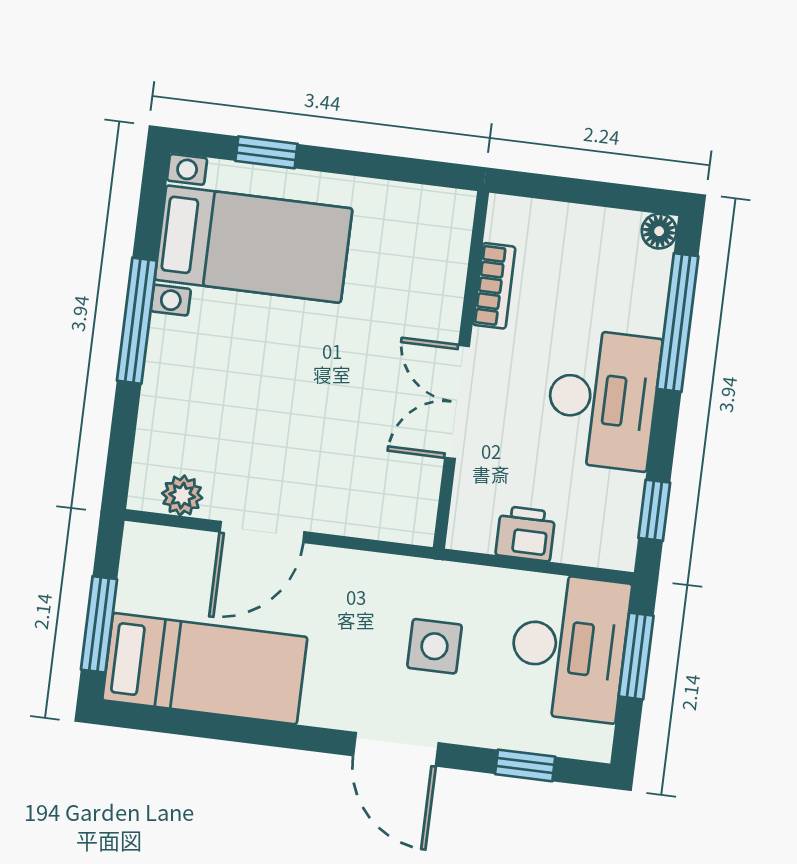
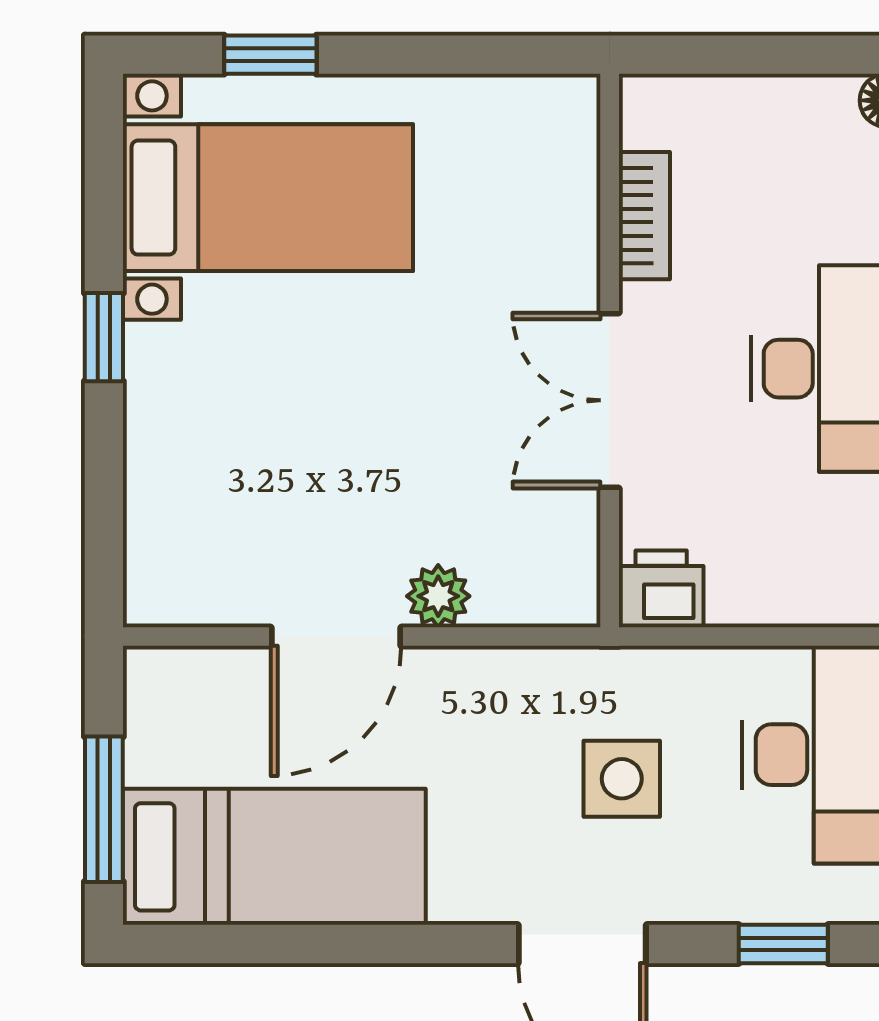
window: (137, 321) -> (104, 337), width x0.46
plant: (182, 496) -> (438, 596), moved
printer: (526, 534) -> (661, 589), moved

